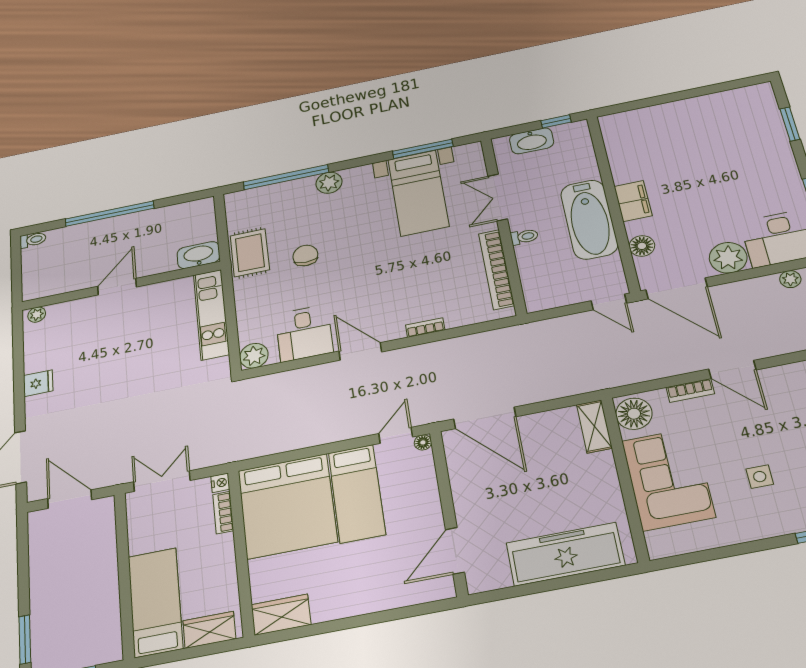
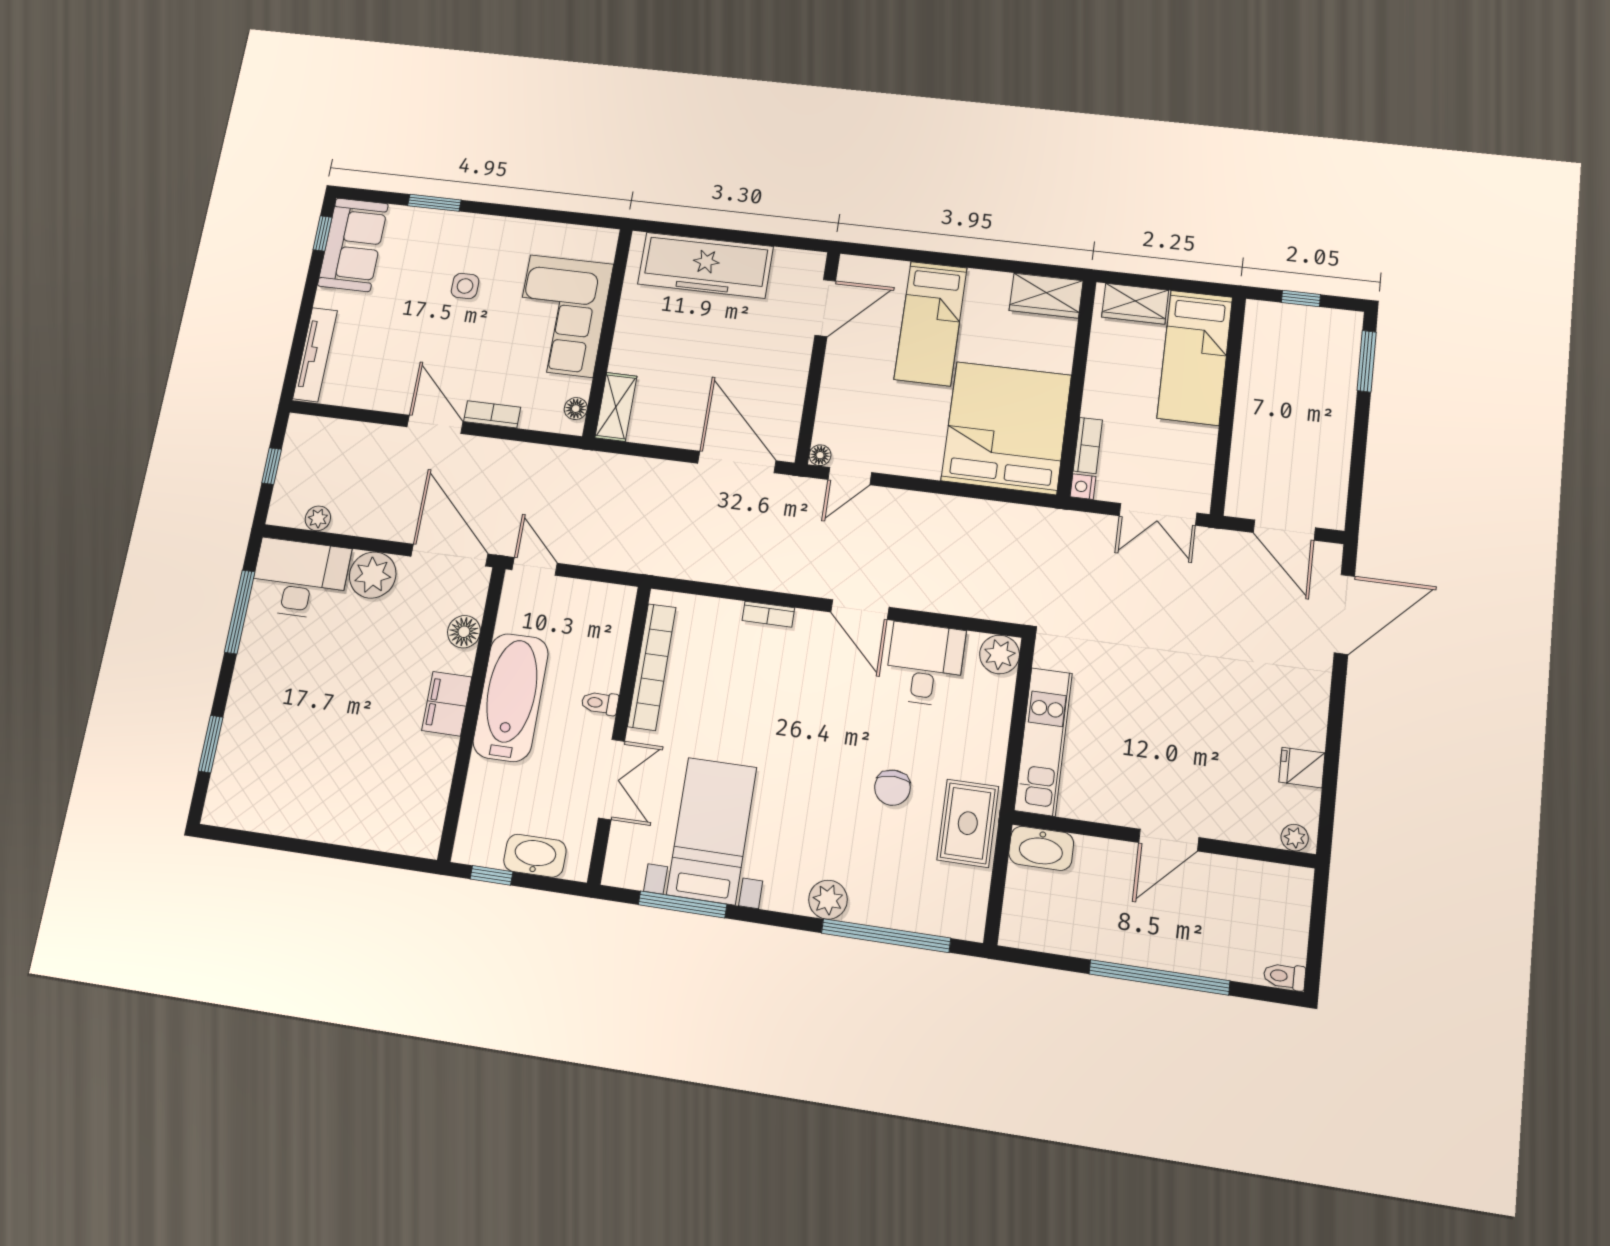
fridge: (38, 383) -> (1302, 768), moved
floor lamp: (634, 414) -> (576, 409), width x0.53, depth x0.53
bed: (357, 493) -> (931, 323), moved, turned 180

